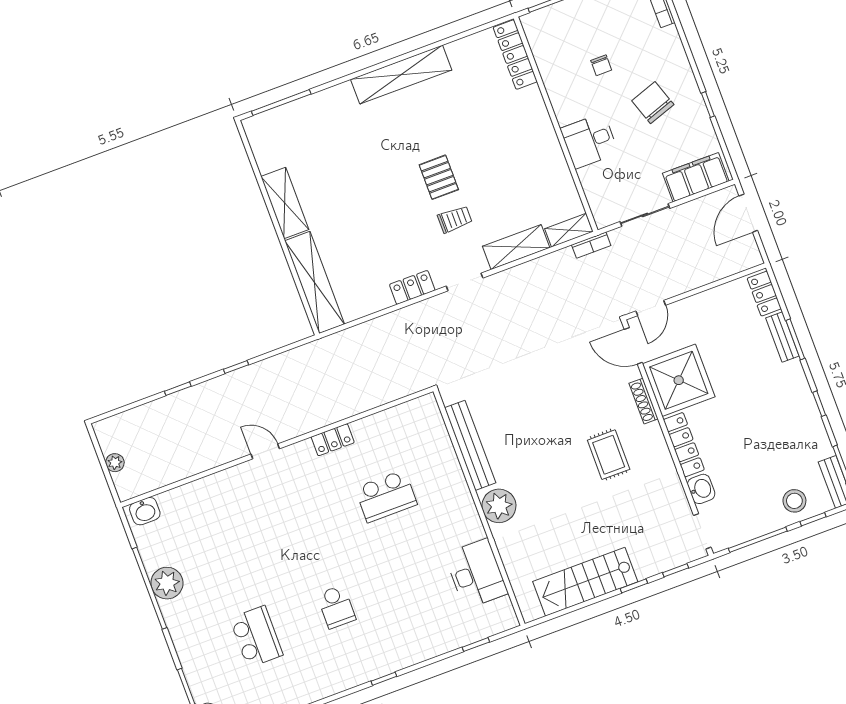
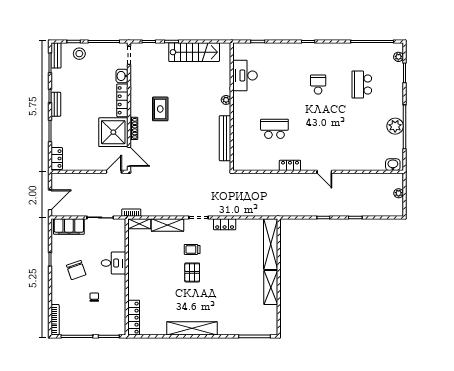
bench: (782, 337) -> (56, 104), moved
plant: (499, 506) -> (226, 100), width x0.53, depth x0.53

